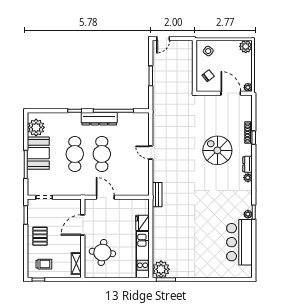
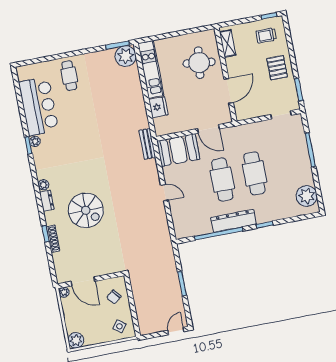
booth: (38, 153) -> (178, 150), moved, turned 90
cafe table: (210, 262) -> (69, 76), added

